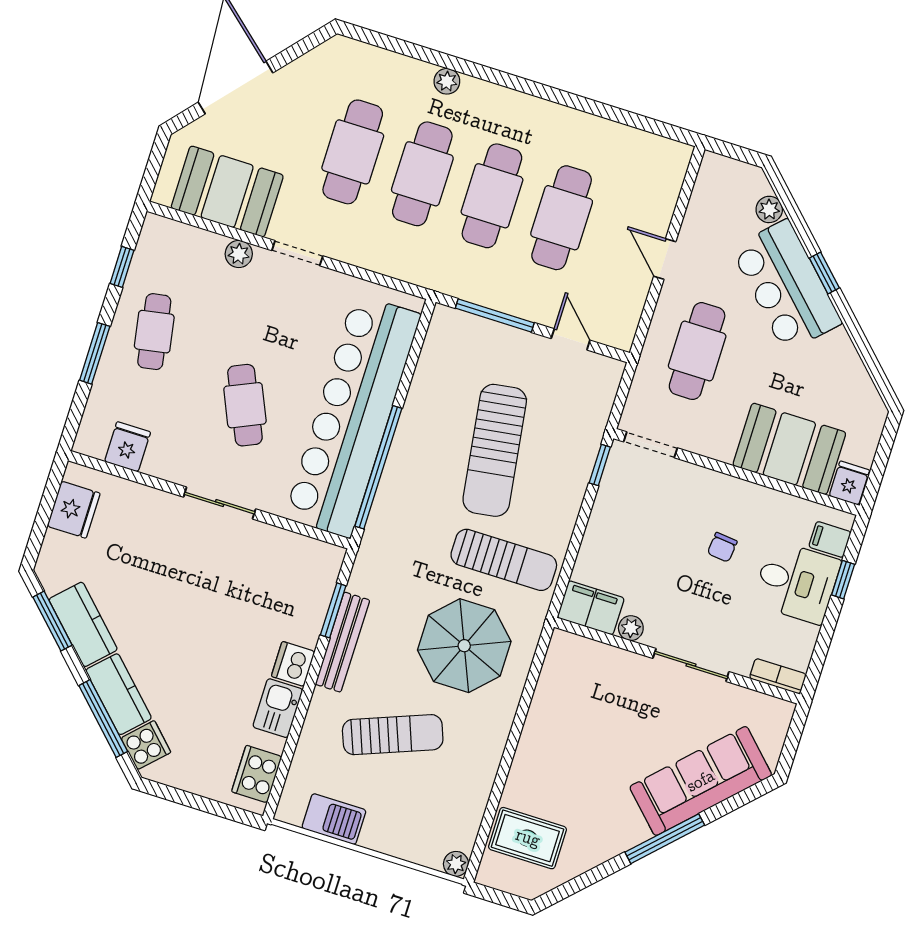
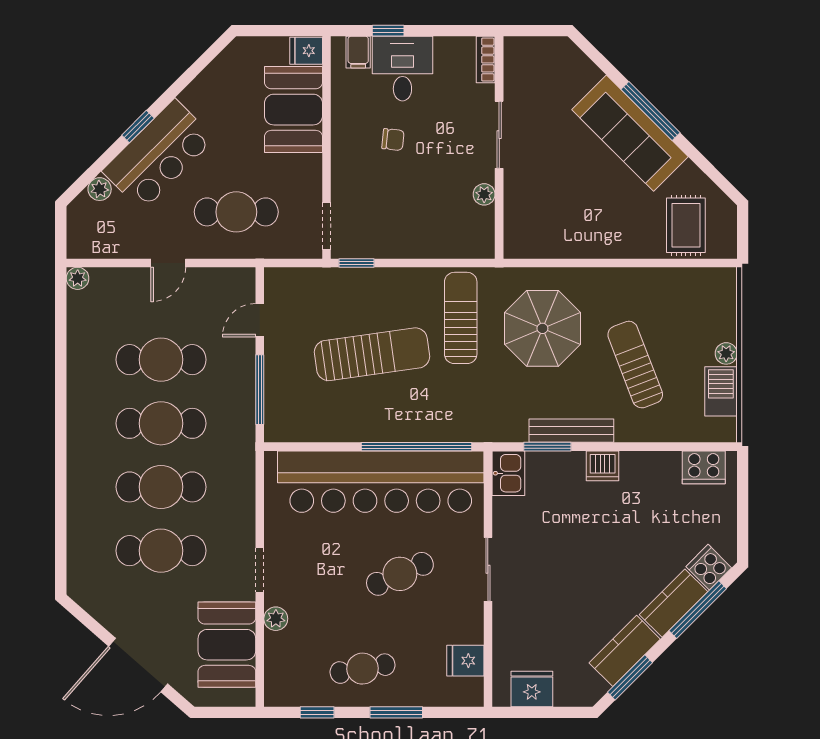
plant: (447, 81) -> (78, 278), moved
filing cabinet: (591, 608) -> (478, 233), removed
kitchen sink: (278, 708) -> (508, 473), moved, turned -90
sofa: (701, 781) -> (630, 133), moved
plant: (456, 864) -> (726, 353), moved

